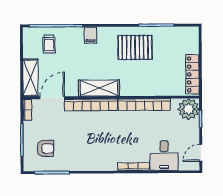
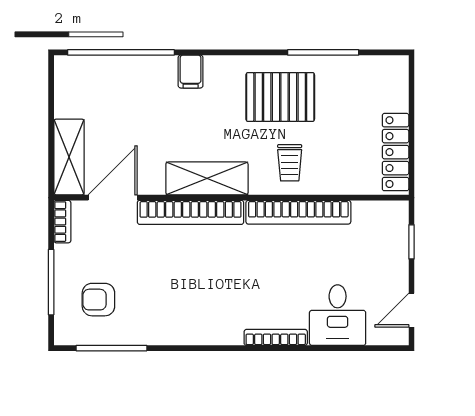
trolley: (49, 44) -> (290, 163), moved
plant: (189, 109) -> (387, 222), removed
armchair: (45, 148) -> (98, 300), turned 180

